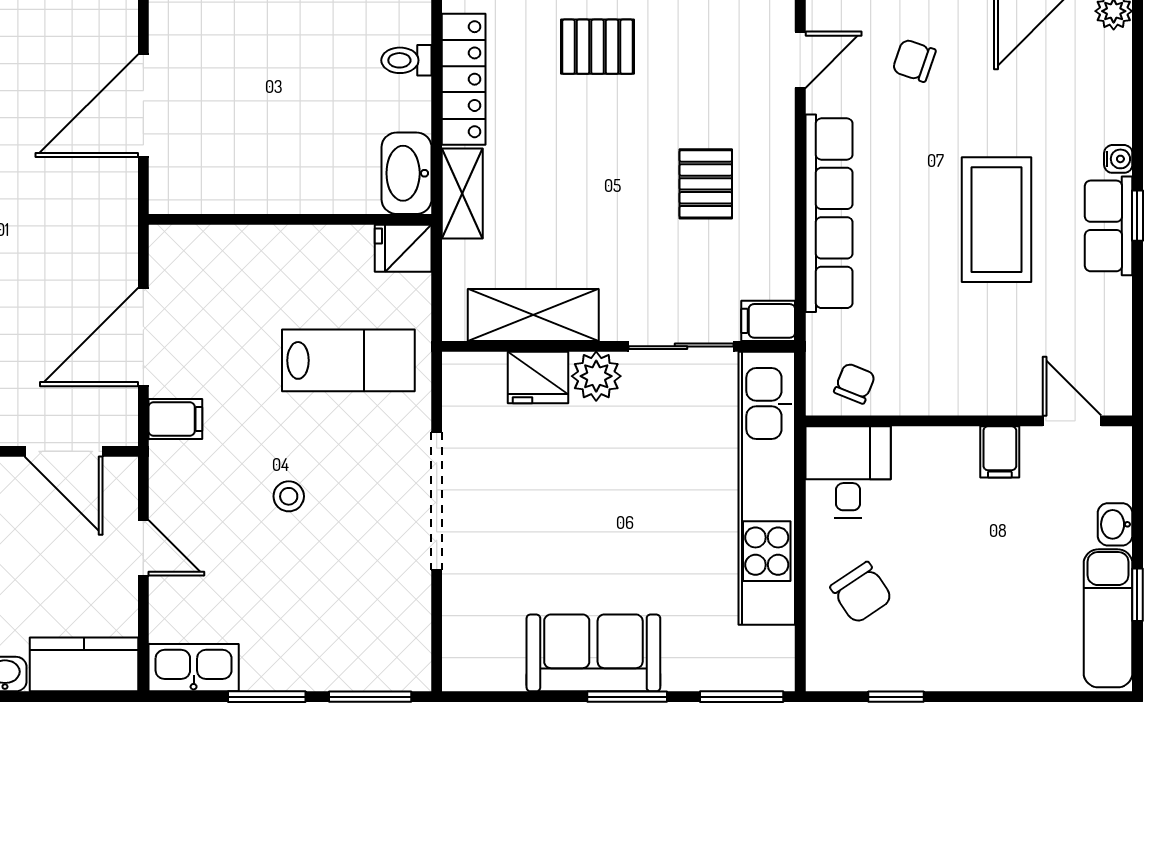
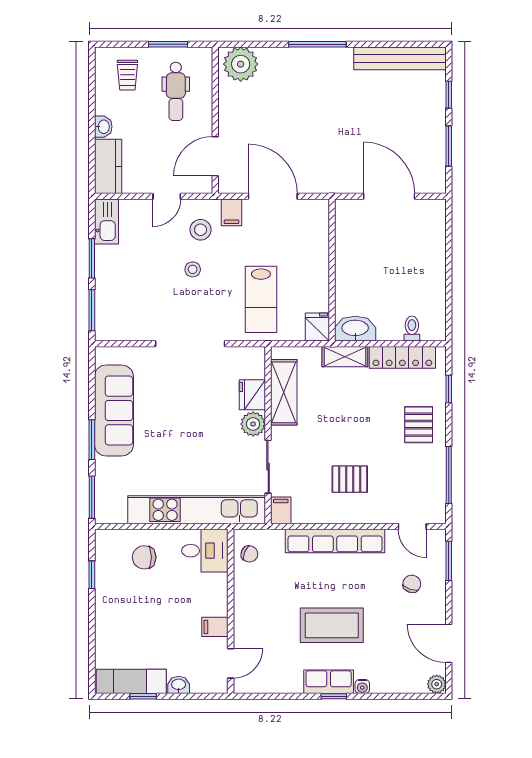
stool: (210, 481) -> (201, 230), added
chair: (861, 593) -> (144, 557), turned 34
sofa: (593, 653) -> (114, 411), width x1.36

